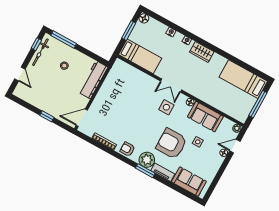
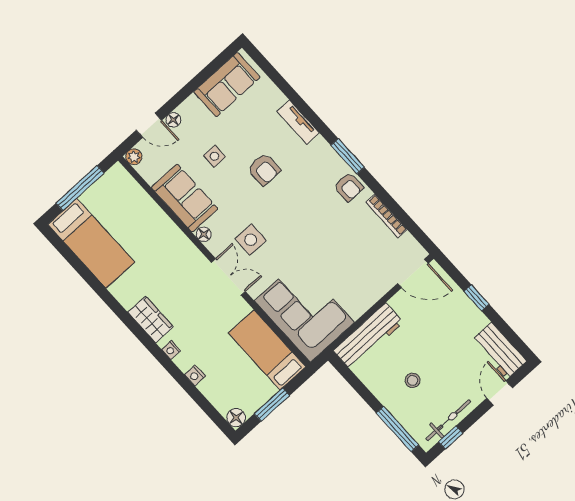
corner sofa: (128, 81) -> (304, 312), added
workbench: (27, 94) -> (499, 351), added
armchair: (171, 144) -> (264, 169), width x0.53, depth x0.53
plant: (147, 160) -> (320, 155), removed
window: (145, 171) -> (348, 156), moved
sofa: (189, 182) -> (227, 85), moved, turned -90

